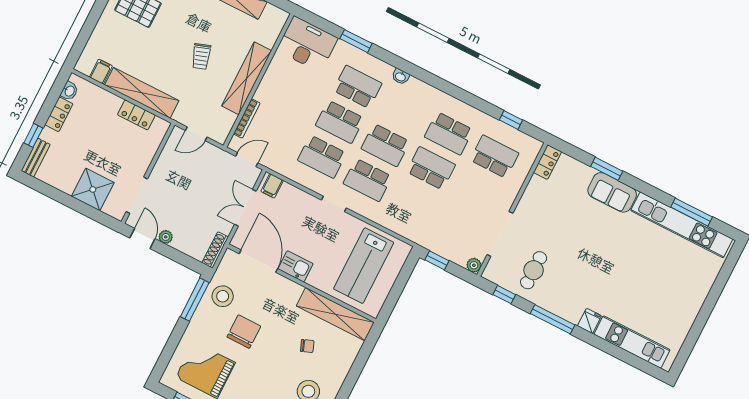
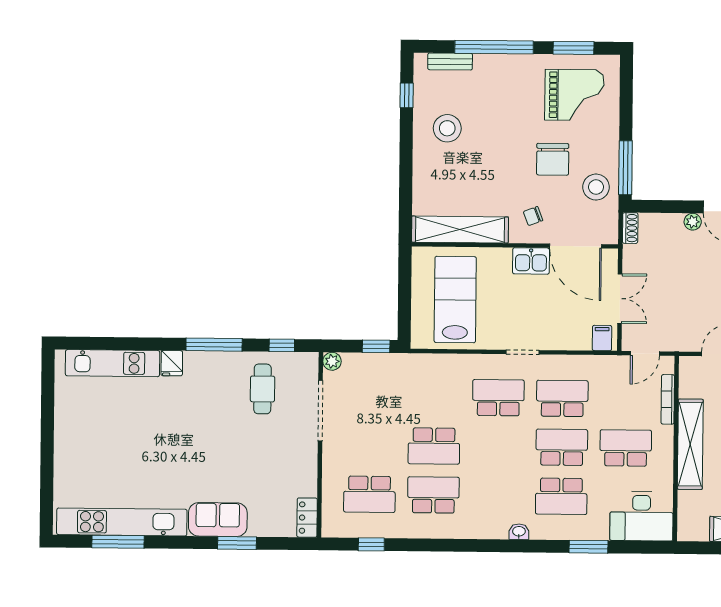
school desk: (385, 145) -> (626, 448), moved
shoe rack: (215, 250) -> (630, 228), width x0.70
chair: (307, 346) -> (533, 216), moved

